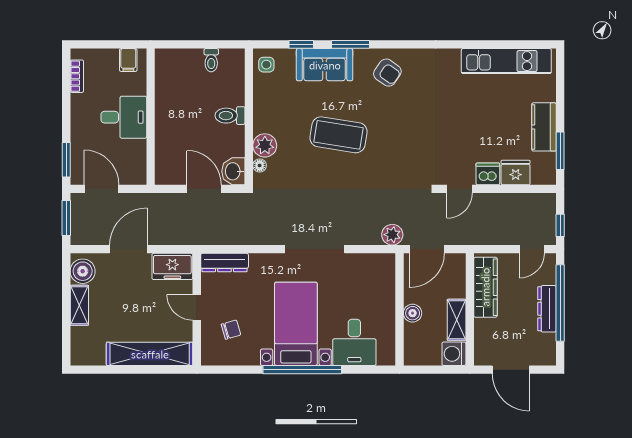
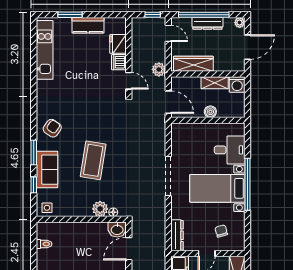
toilet: (230, 116) -> (80, 232), removed
window: (560, 151) -> (70, 15), moved
plant: (392, 235) -> (159, 69), moved
plant: (548, 358) -> (240, 23), added

